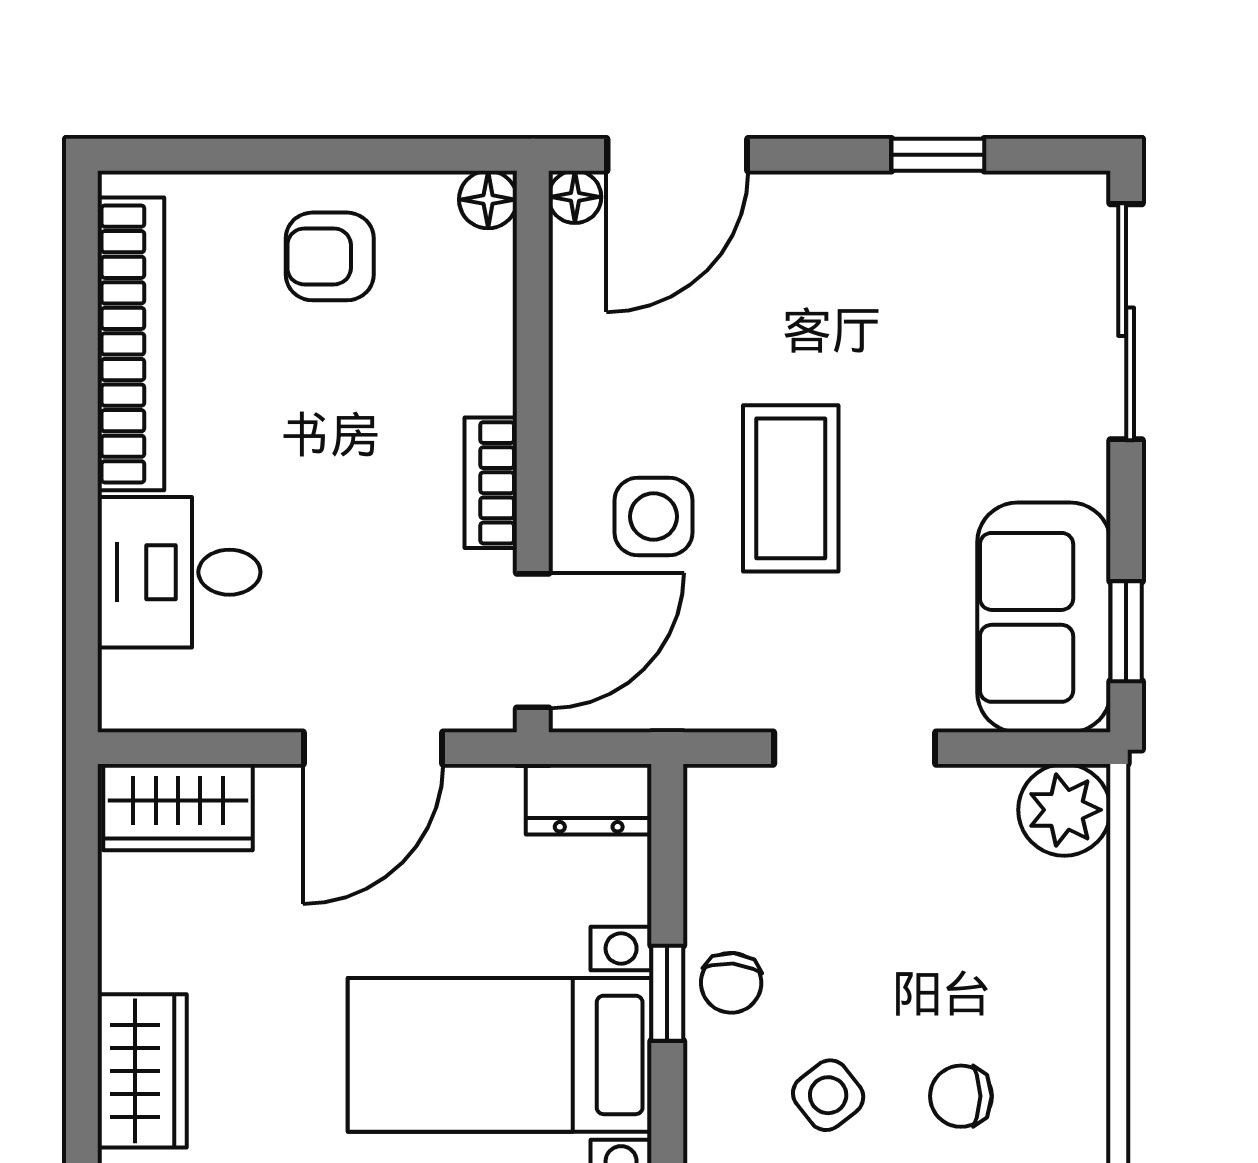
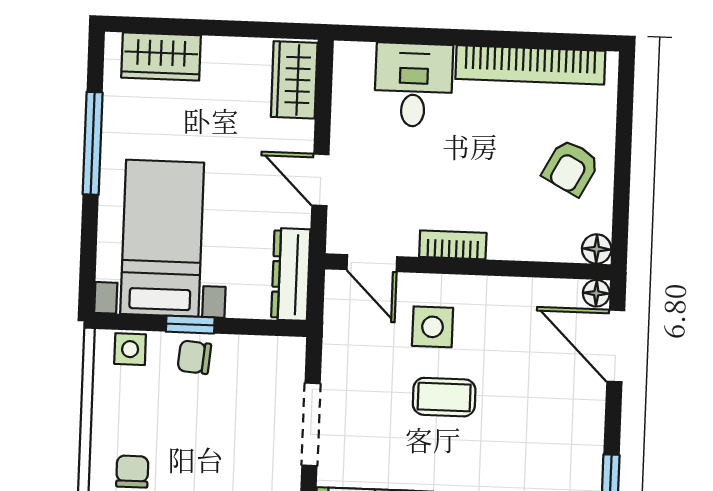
armchair: (330, 256) -> (571, 168), turned -152
coffee table: (791, 488) -> (444, 397), width x0.73, depth x0.77
door: (533, 641) -> (372, 263), width x0.73
door: (373, 748) -> (320, 180), width x0.73
dresser: (589, 799) -> (291, 274), width x1.44
side table: (828, 1095) -> (130, 349), moved, turned 38

